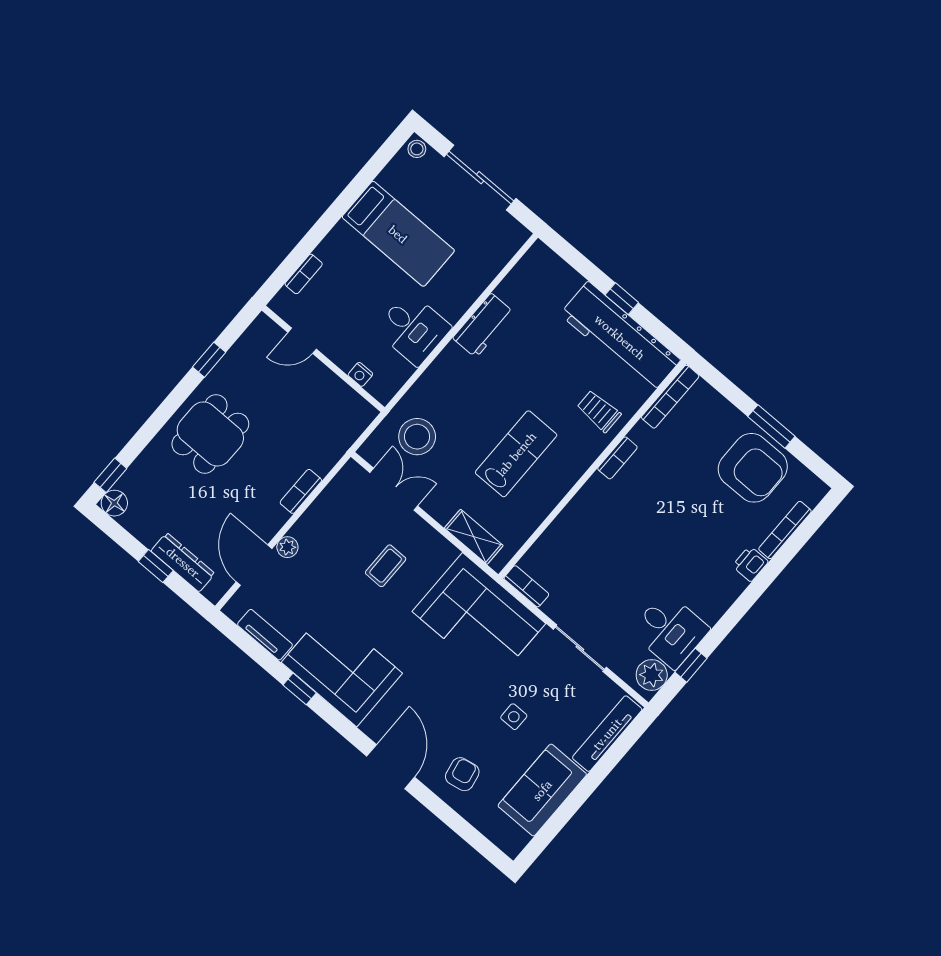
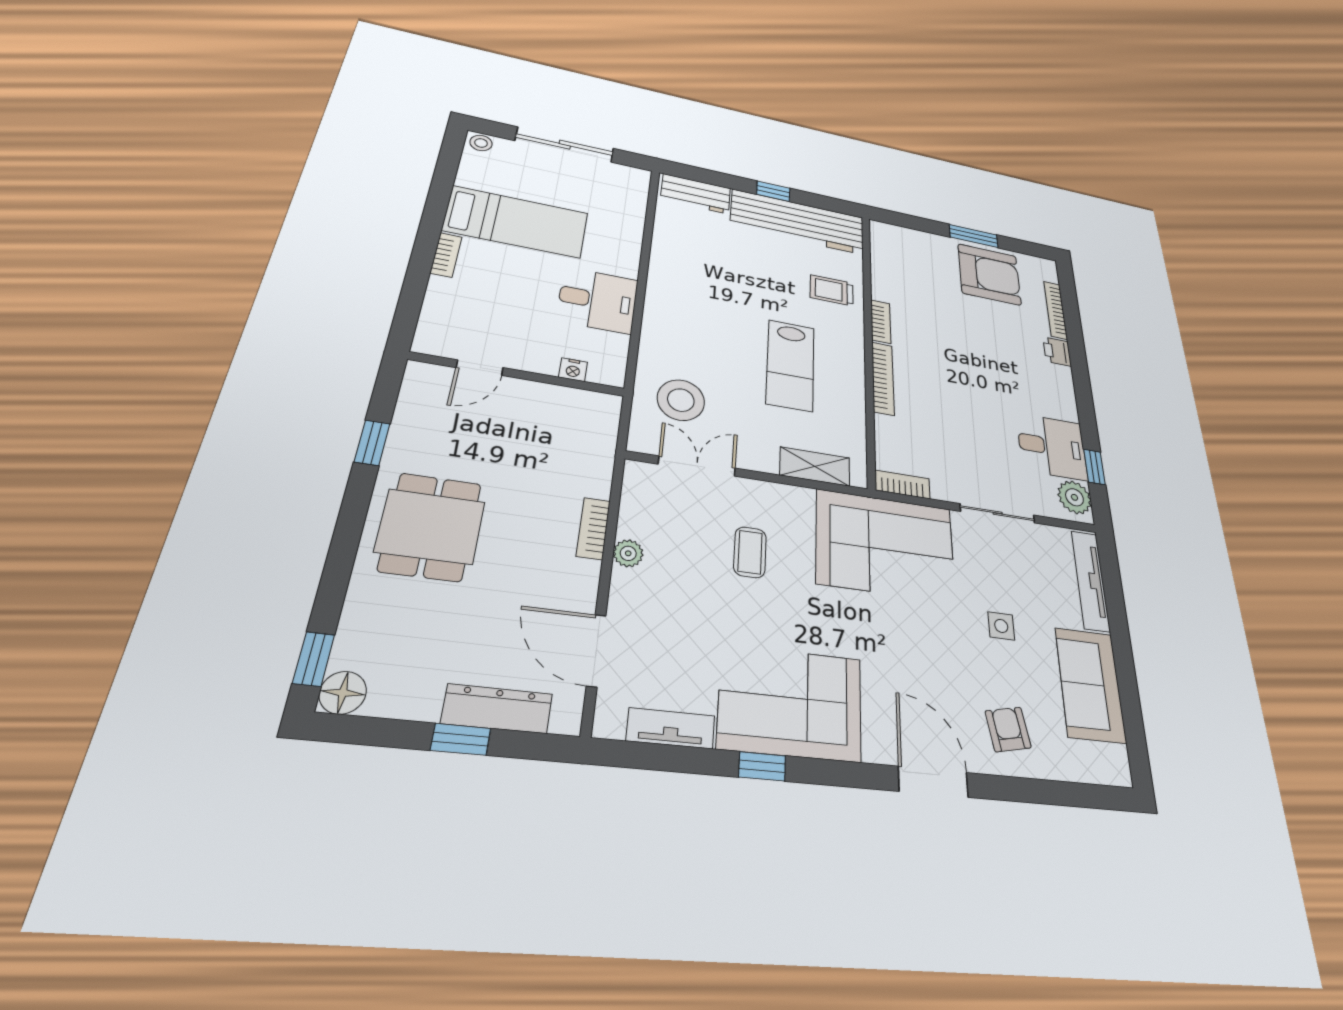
bookcase: (304, 274) -> (446, 255), moved
workbench: (483, 325) -> (696, 194), moved, turned 90
bookcase: (670, 397) -> (883, 378), moved
lab bench: (516, 454) -> (790, 365), turned 180
plant: (287, 547) -> (628, 553), moved

